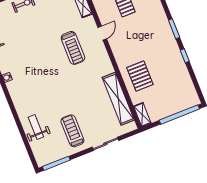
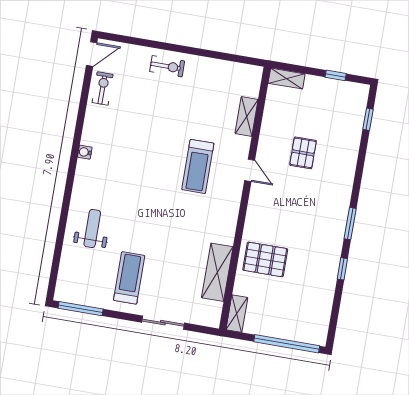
door: (102, 33) -> (250, 170), hinge flipped
pallet: (140, 76) -> (265, 259), turned 90
shelving: (118, 99) -> (217, 272), width x0.68
weight bench: (36, 127) -> (92, 229), moved

